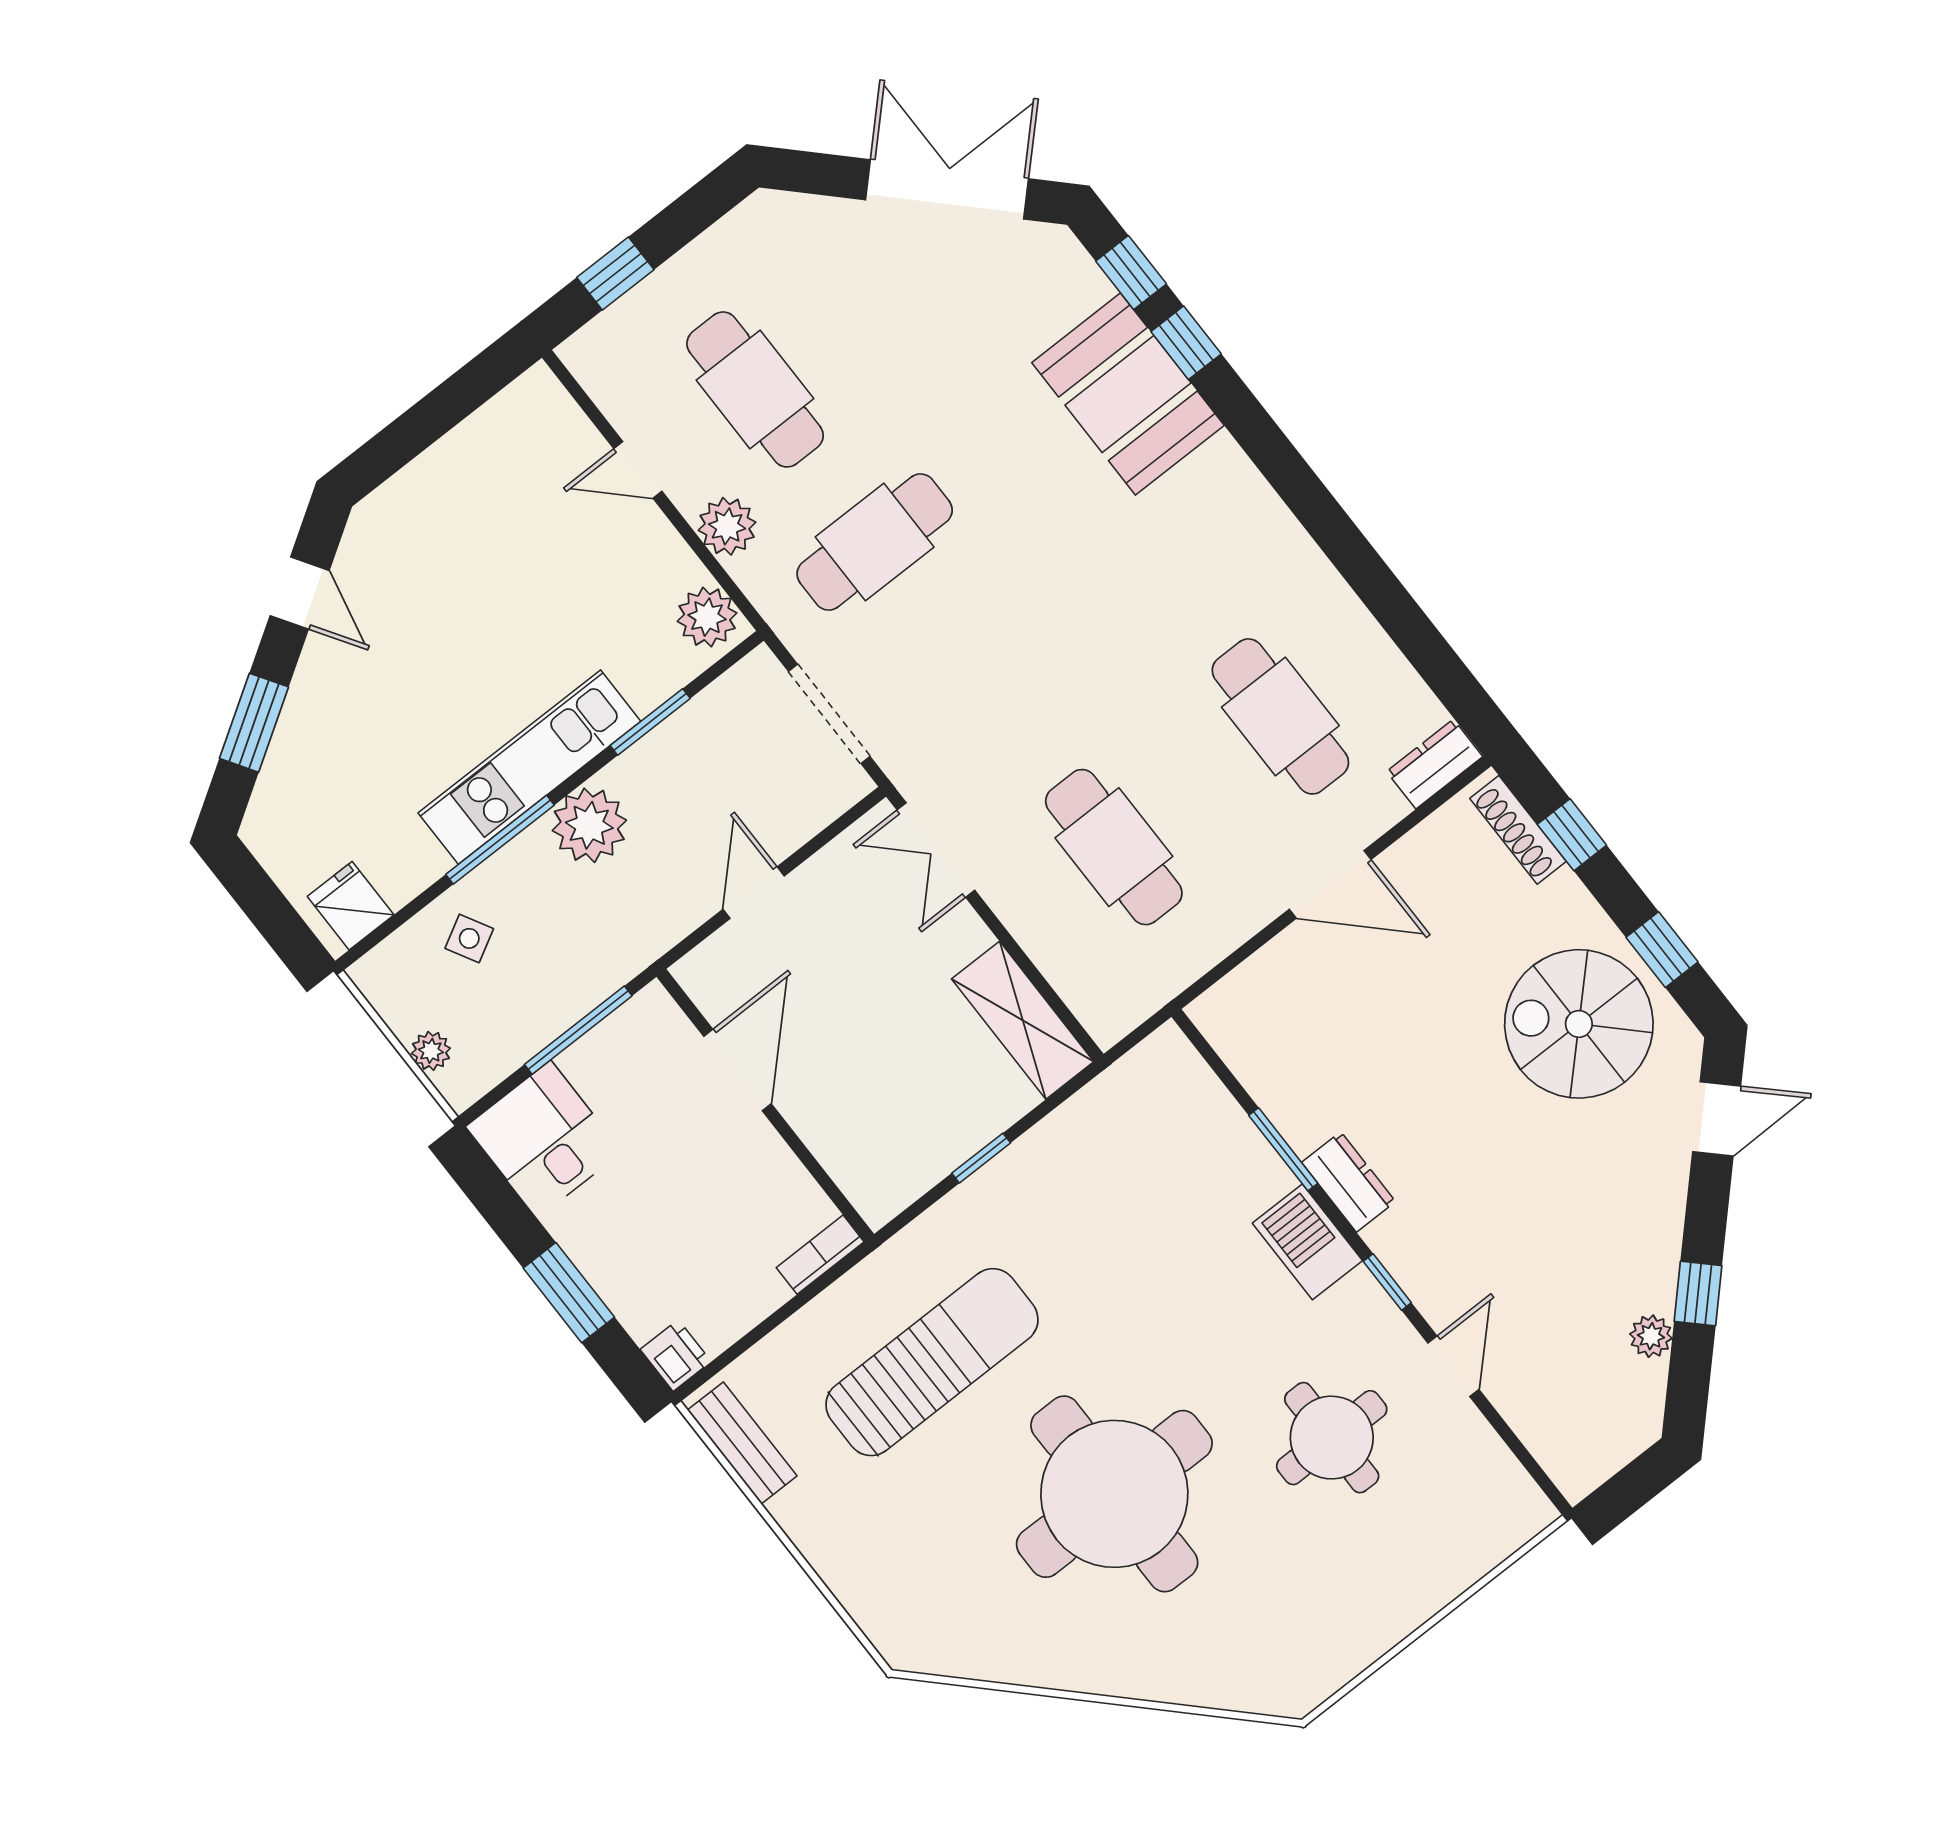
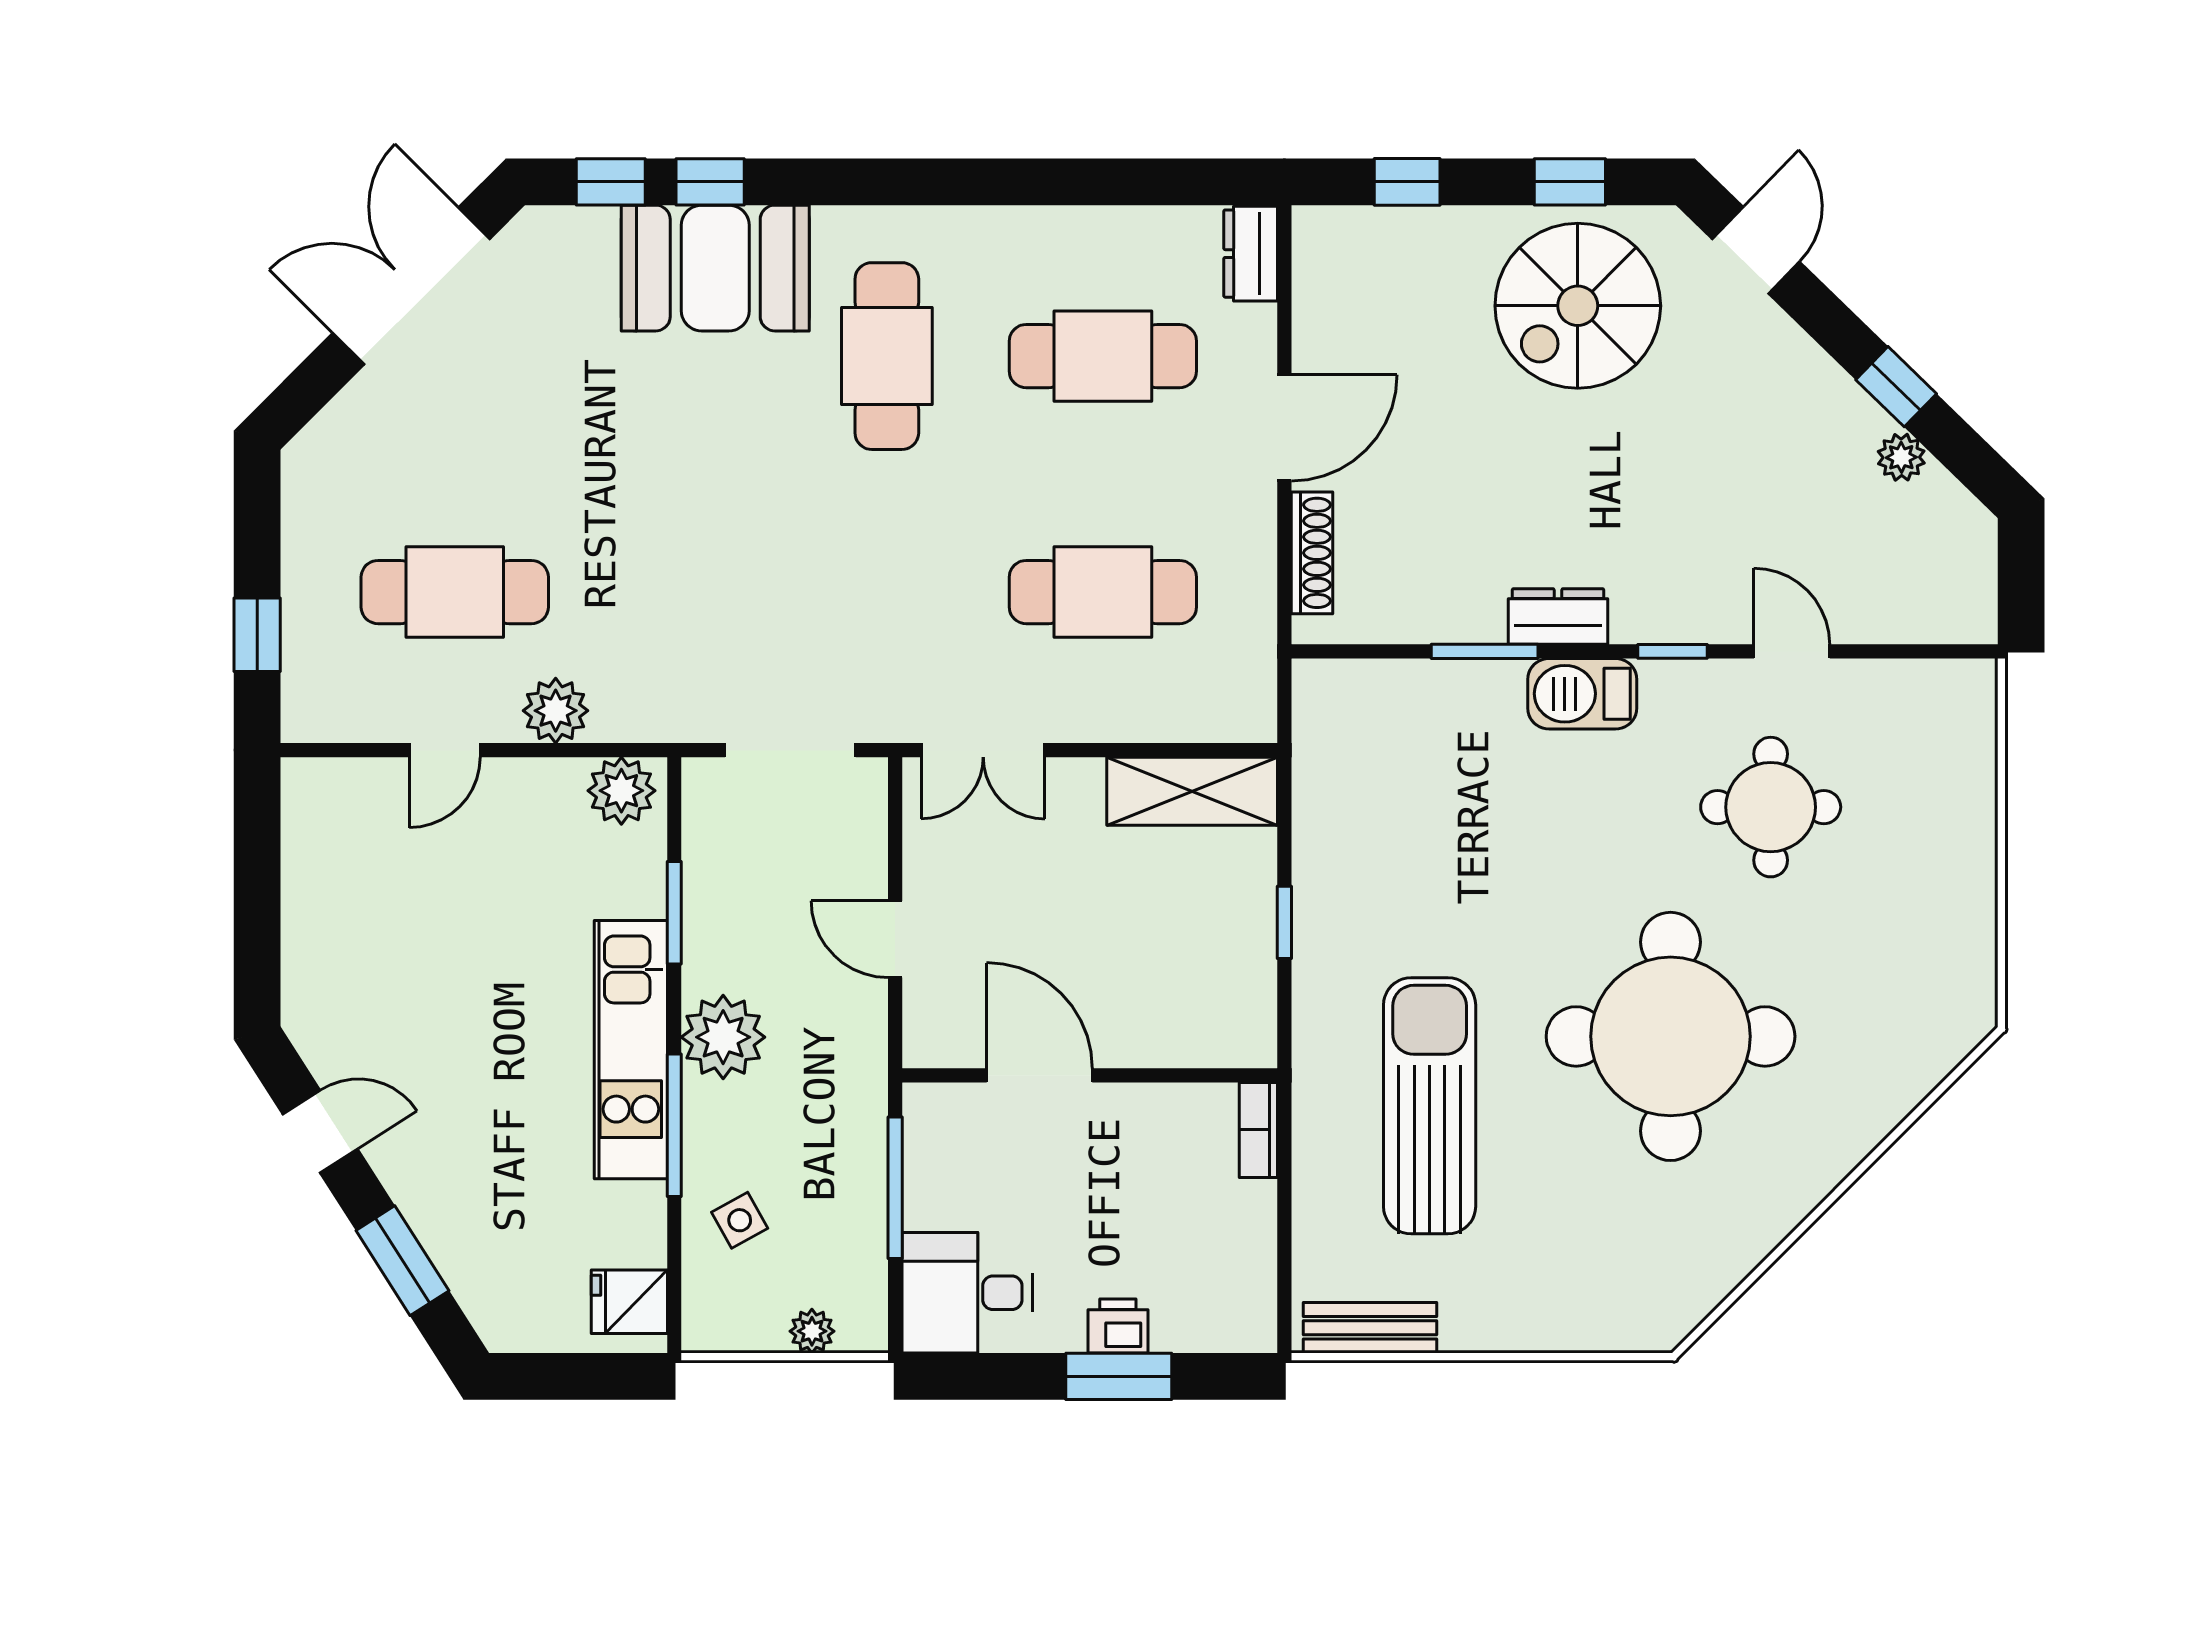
cafe table: (875, 542) -> (887, 356), moved
shoe rack: (1518, 830) -> (1312, 553), moved, turned -90
printer: (676, 1356) -> (1118, 1326), moved

